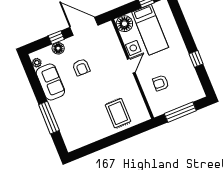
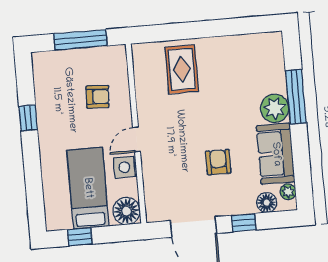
floor lamp: (58, 48) -> (267, 203), moved
plant: (59, 107) -> (275, 108), added

